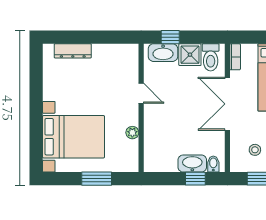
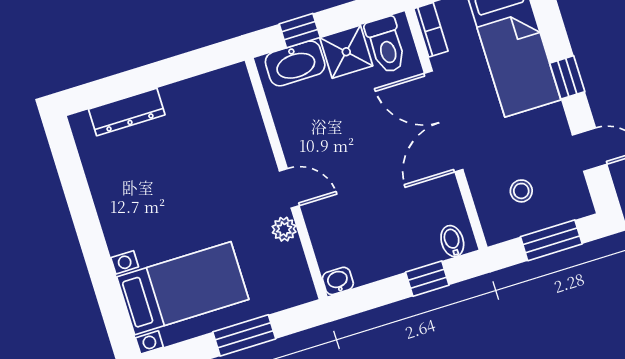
door: (141, 93) -> (289, 188), moved
bed with nightstands: (73, 137) -> (183, 288), width x0.73
washbasin: (192, 164) -> (338, 281), moved, width x0.52, depth x0.69

